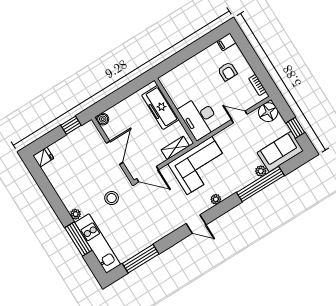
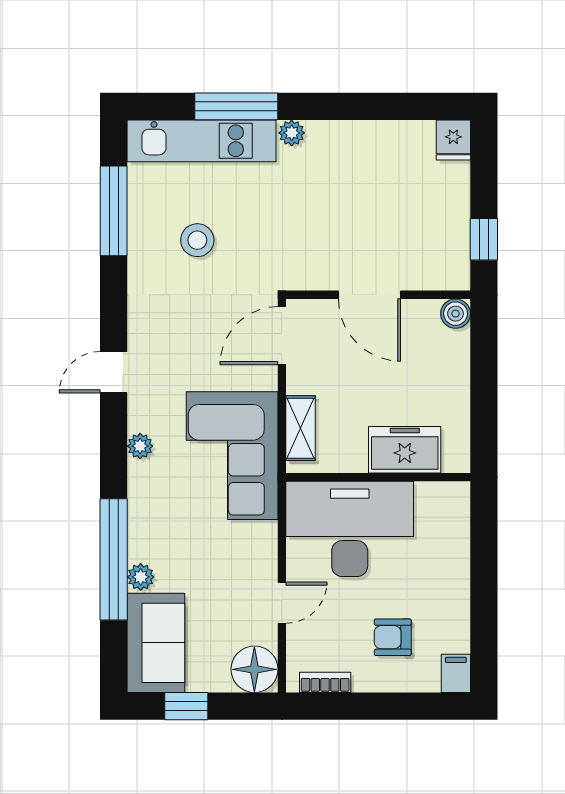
freezer: (160, 107) -> (405, 450), width x0.71
desk: (199, 118) -> (350, 529), width x1.36, depth x1.30
stool: (112, 198) -> (197, 240), moved

